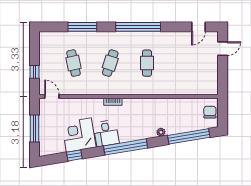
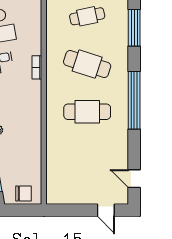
cafe table: (110, 63) -> (87, 64), width x1.37, depth x1.35
cafe table: (147, 63) -> (87, 112), width x1.37, depth x1.35

